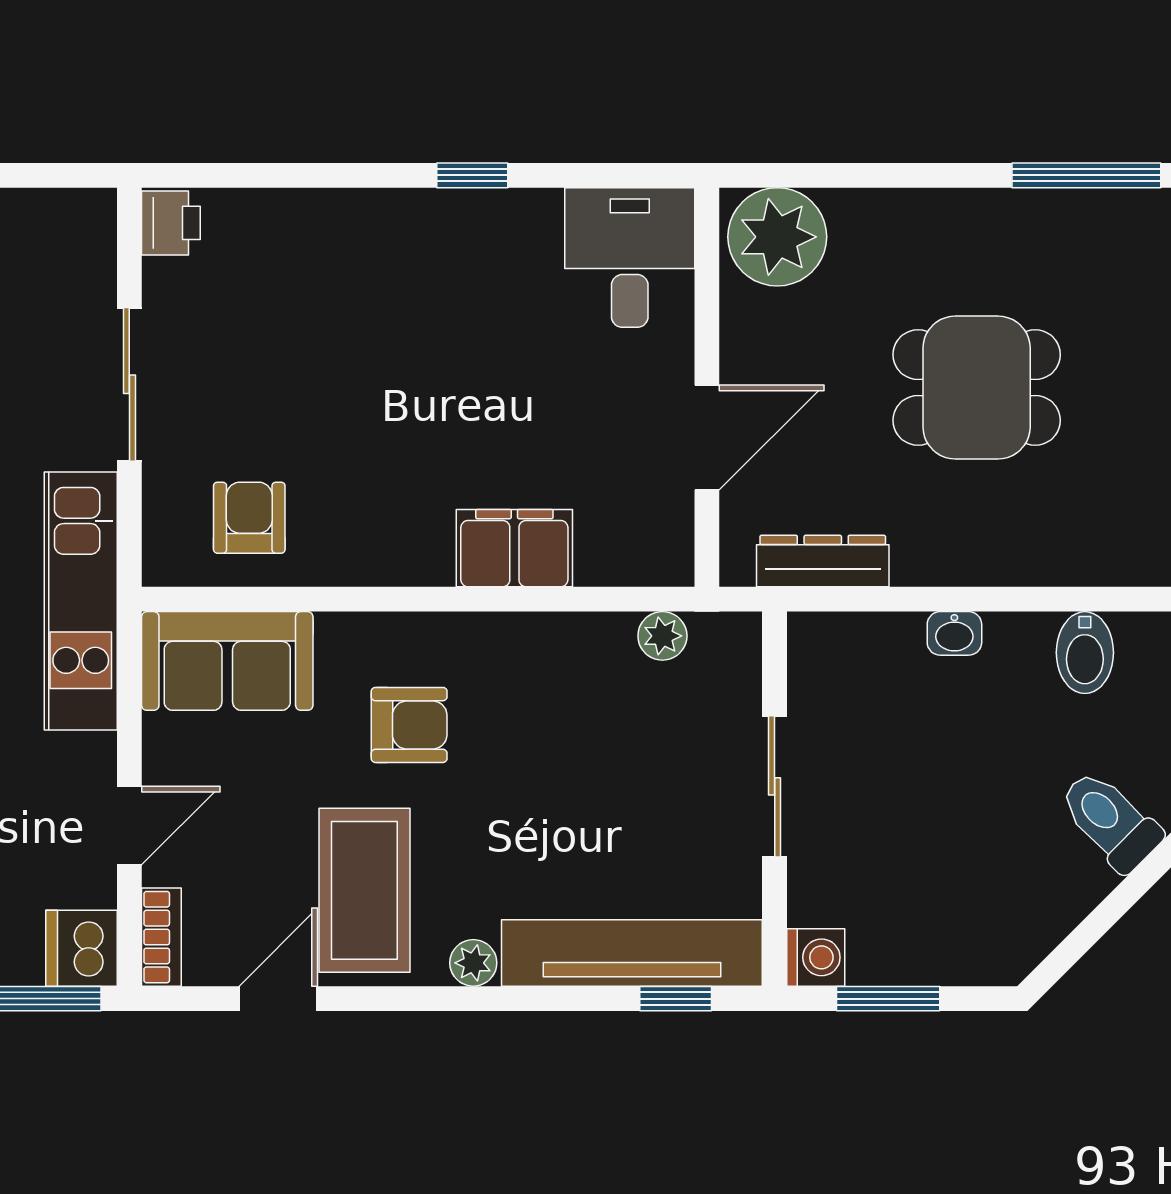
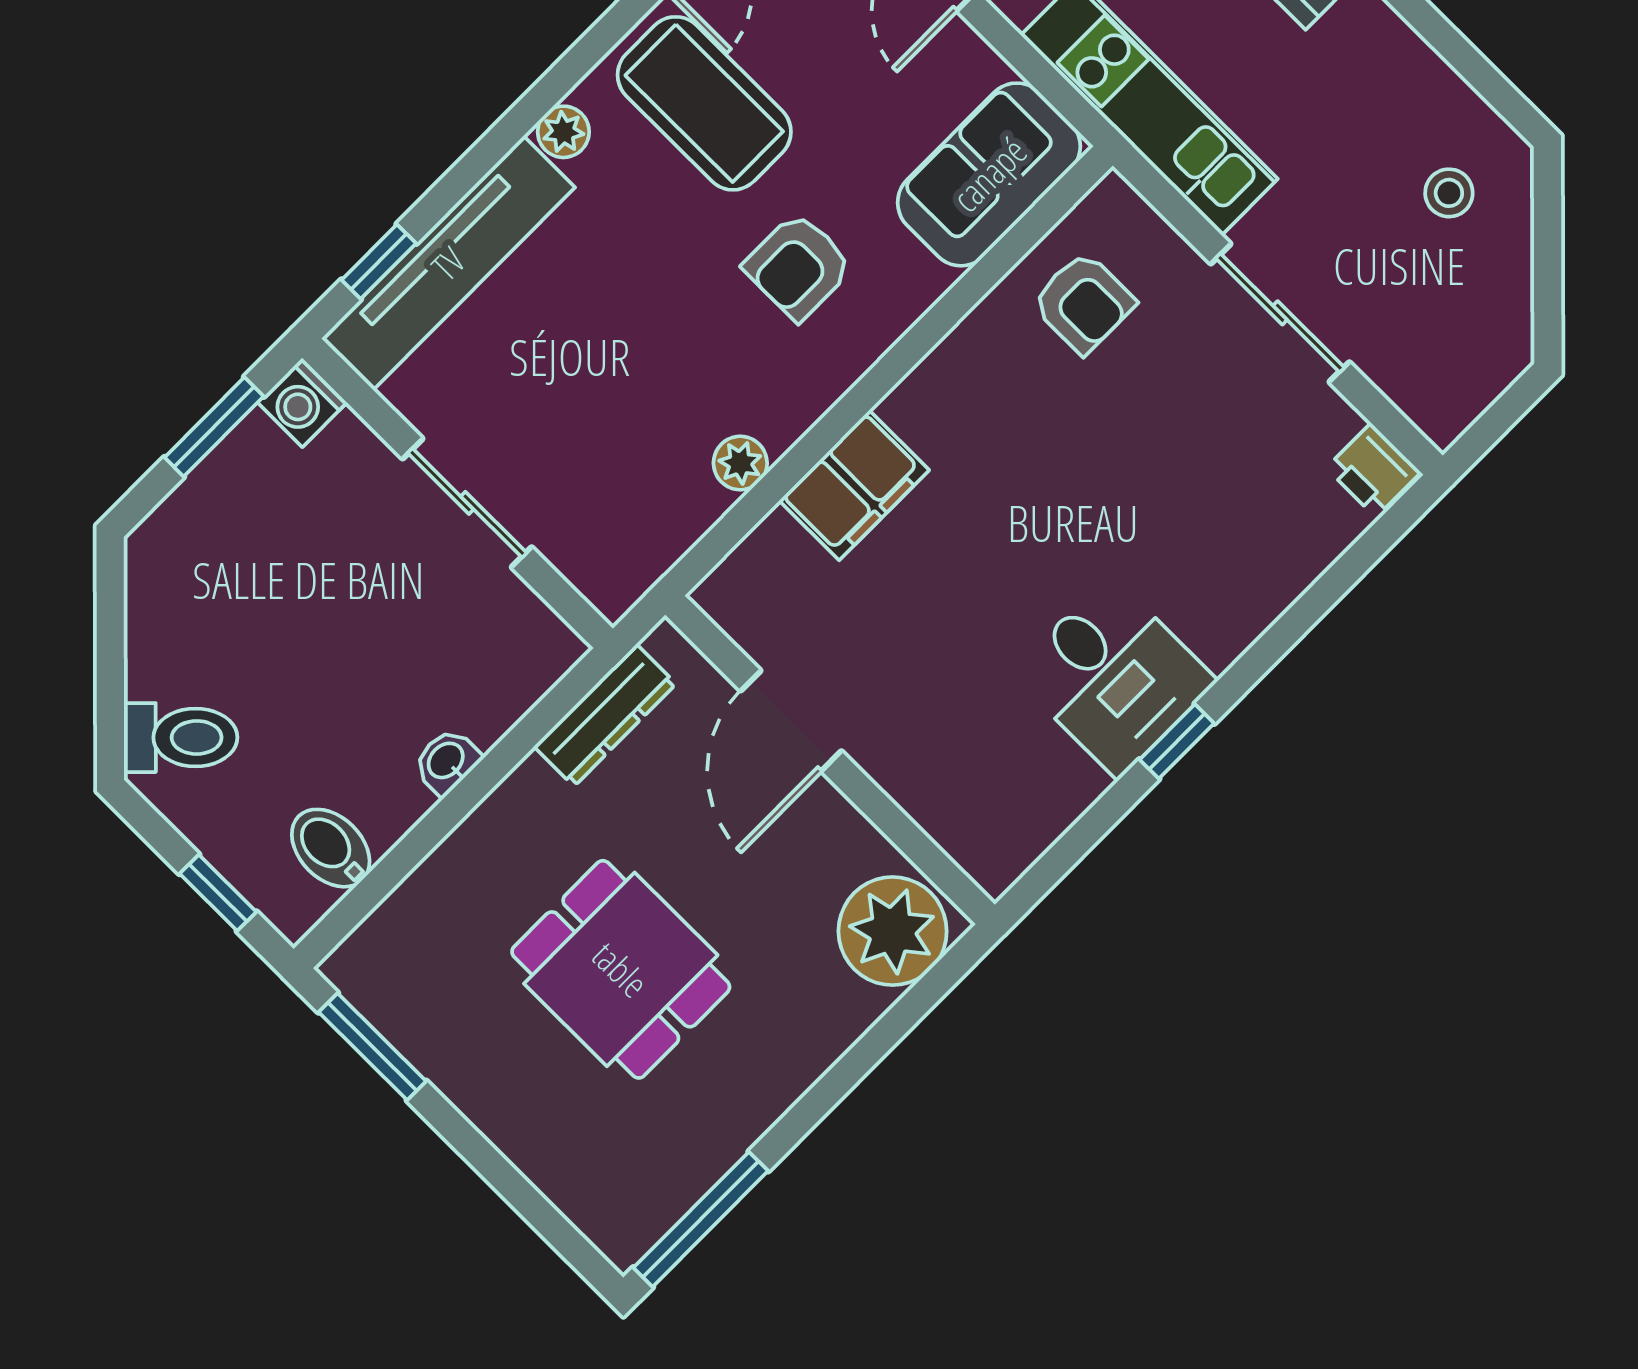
desk: (630, 258) -> (1114, 677), moved
dining table: (977, 388) -> (621, 969), turned 90
plant: (662, 636) -> (740, 463), moved

